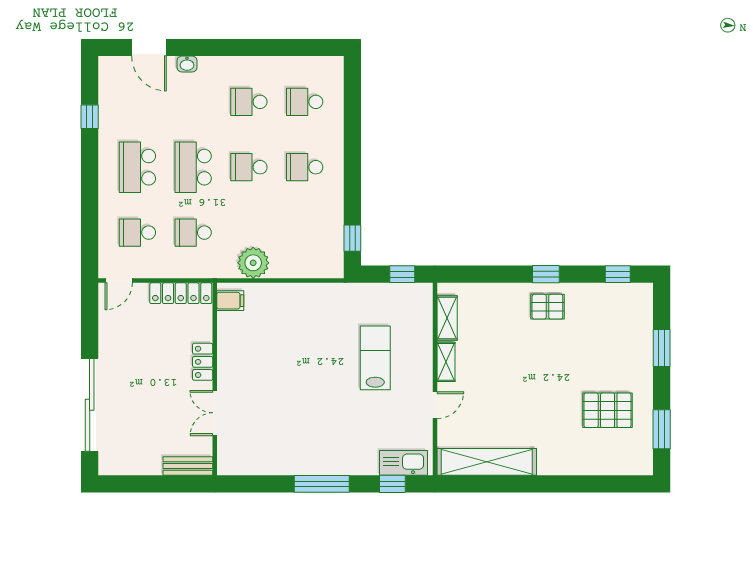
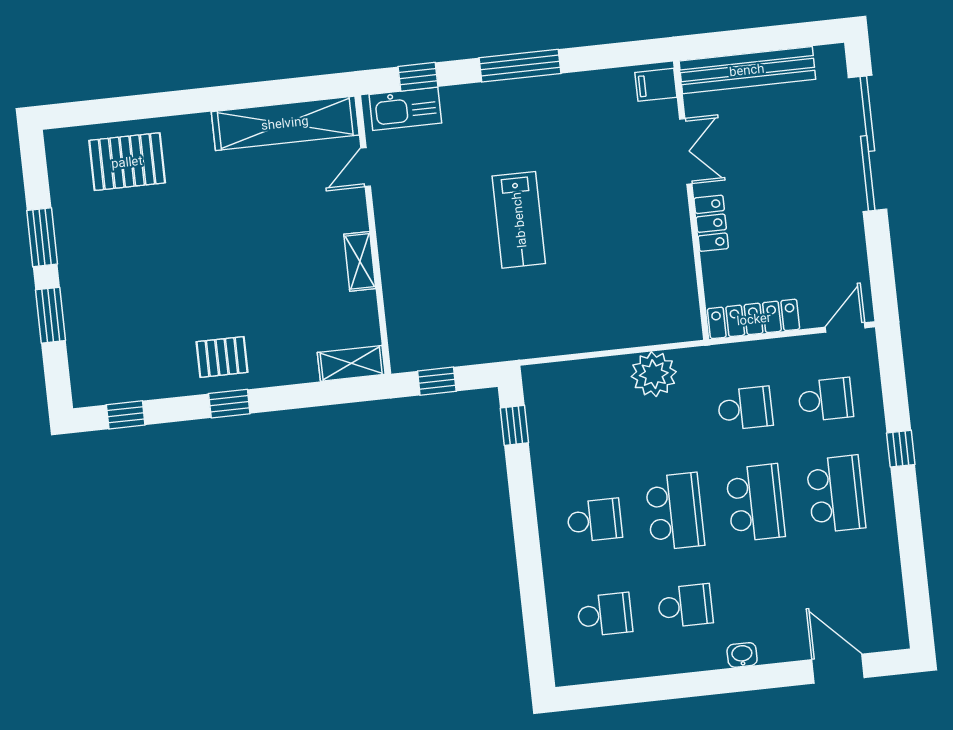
washbasin: (187, 64) -> (742, 655), moved
window: (90, 117) -> (901, 449), moved
school desk: (249, 167) -> (675, 511), width x1.85
filing cabinet: (230, 301) -> (656, 85), moved
shelving: (447, 318) -> (351, 363), moved, turned 90
lab bench: (375, 358) -> (519, 220), moved
door: (435, 405) -> (366, 167), moved
pallet: (608, 410) -> (127, 162), moved
window: (662, 429) -> (42, 237), moved
bench: (188, 466) -> (747, 70), width x1.86, depth x1.21

